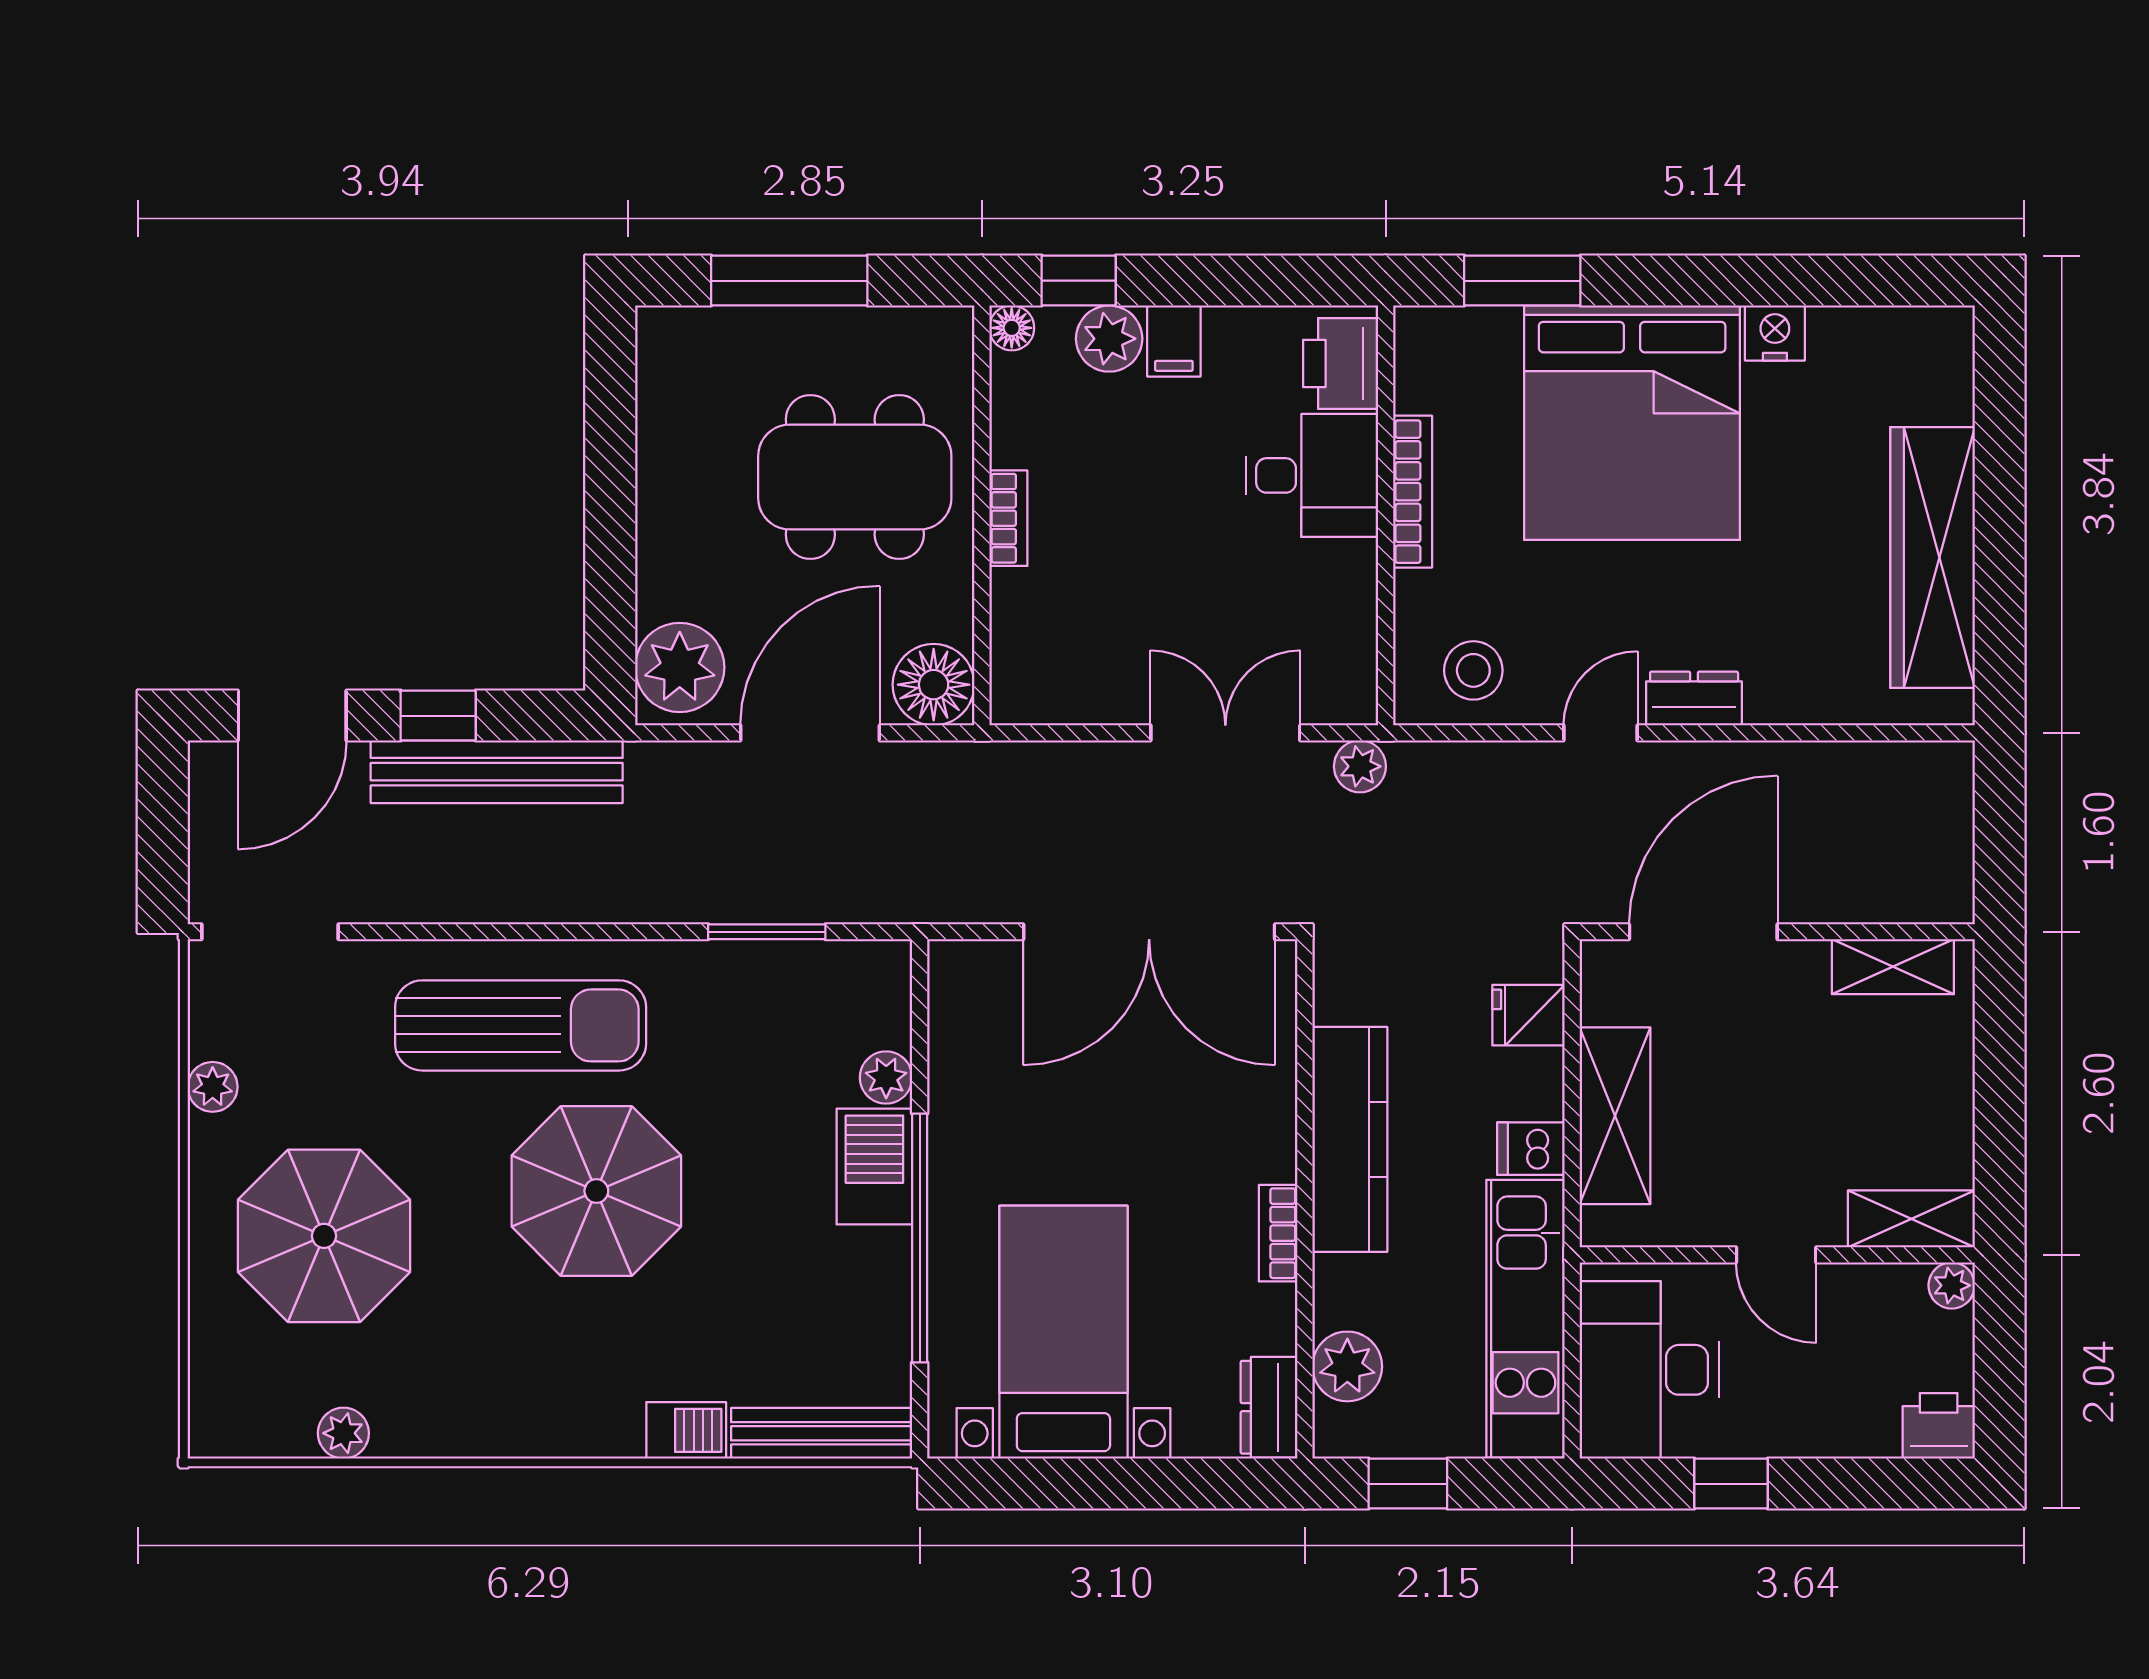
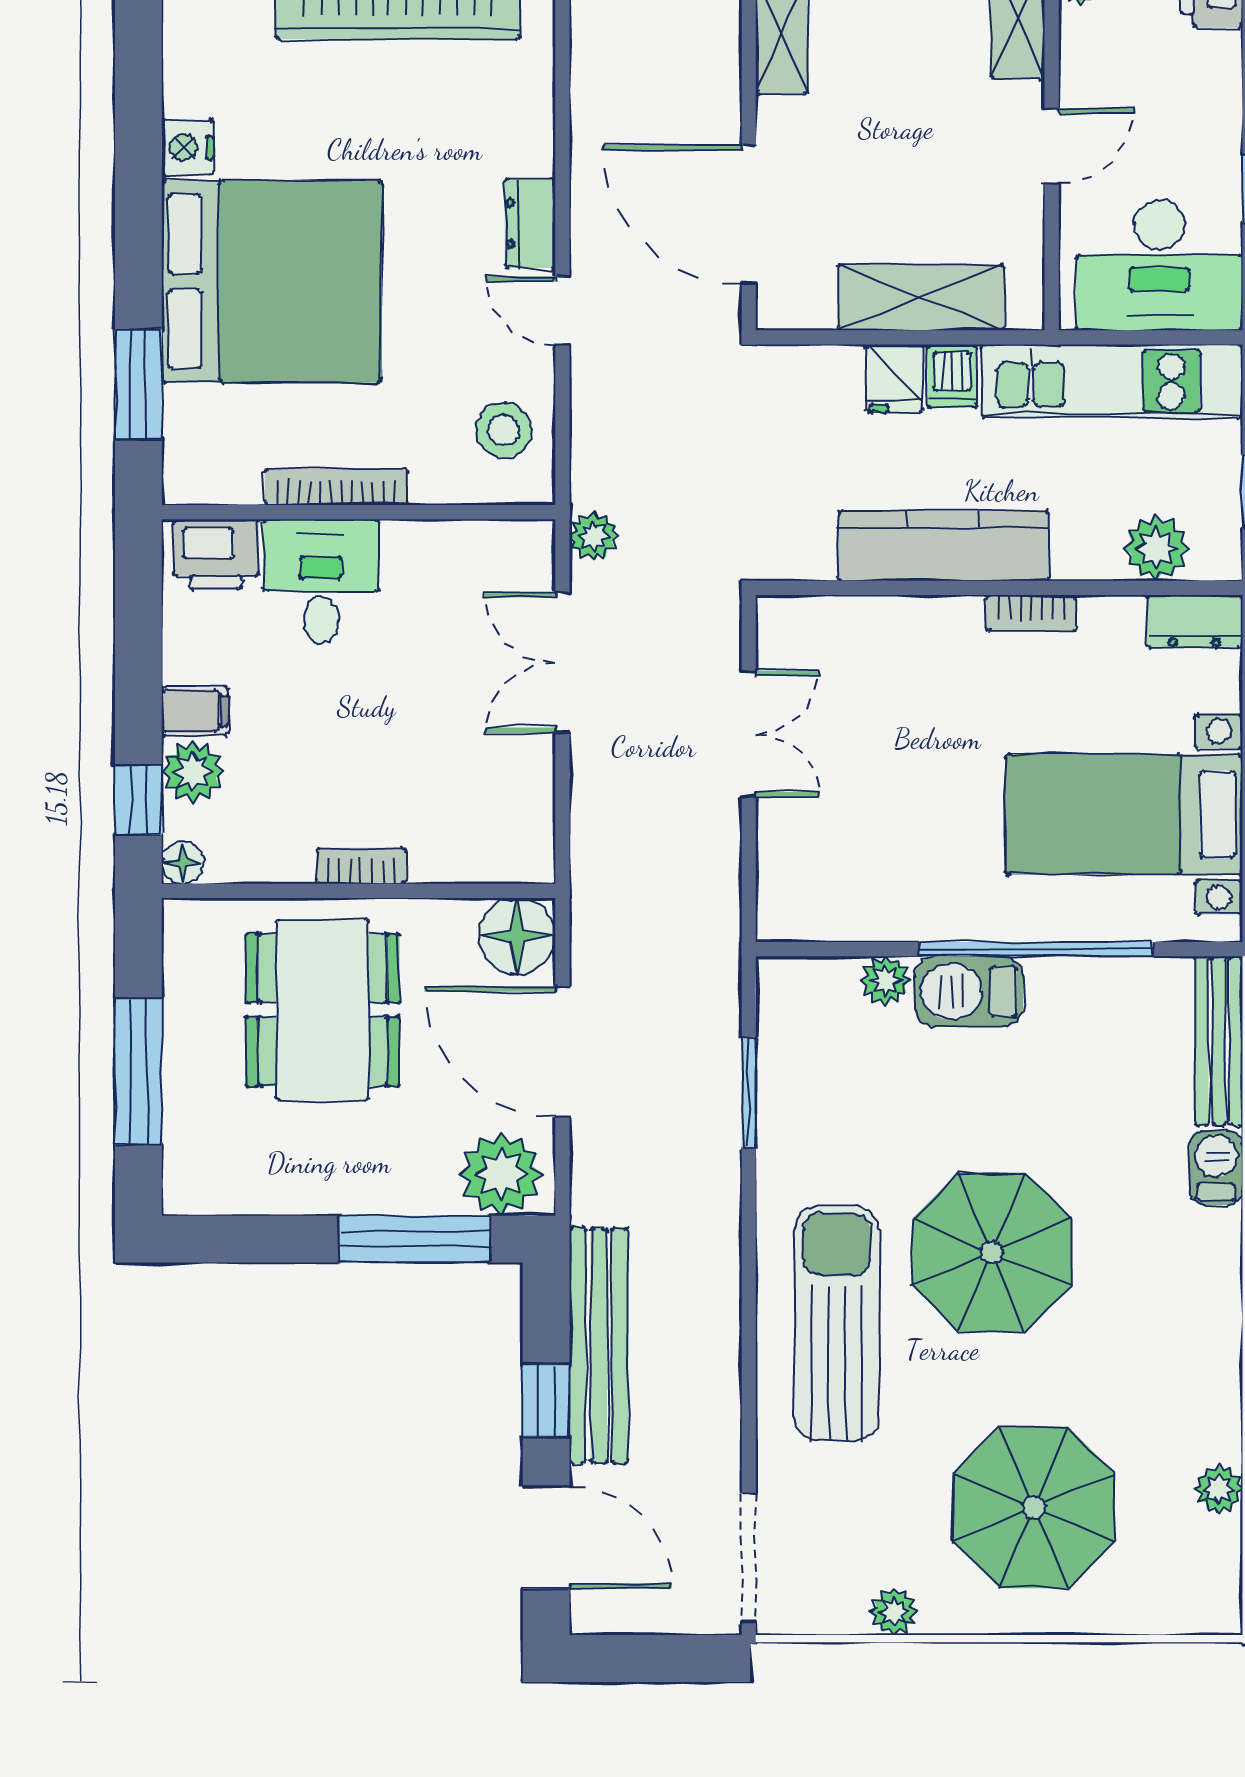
window: (610, 576) -> (415, 1239), added
double door: (1149, 932) -> (749, 734), width x0.54
fridge: (1529, 1015) -> (894, 378), moved

